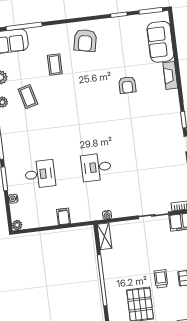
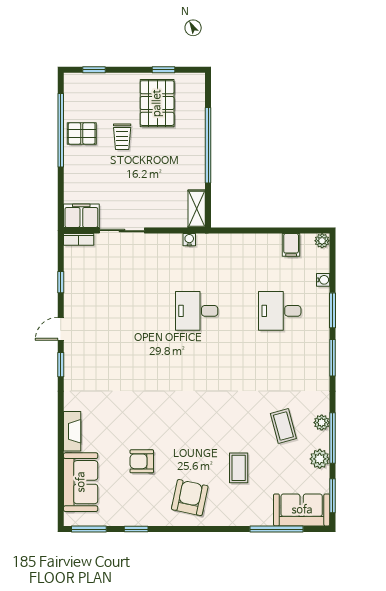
armchair: (127, 85) -> (142, 461), moved, turned -90
desk: (96, 167) -> (197, 311), turned 180
filing cabinet: (63, 216) -> (291, 245), moved

